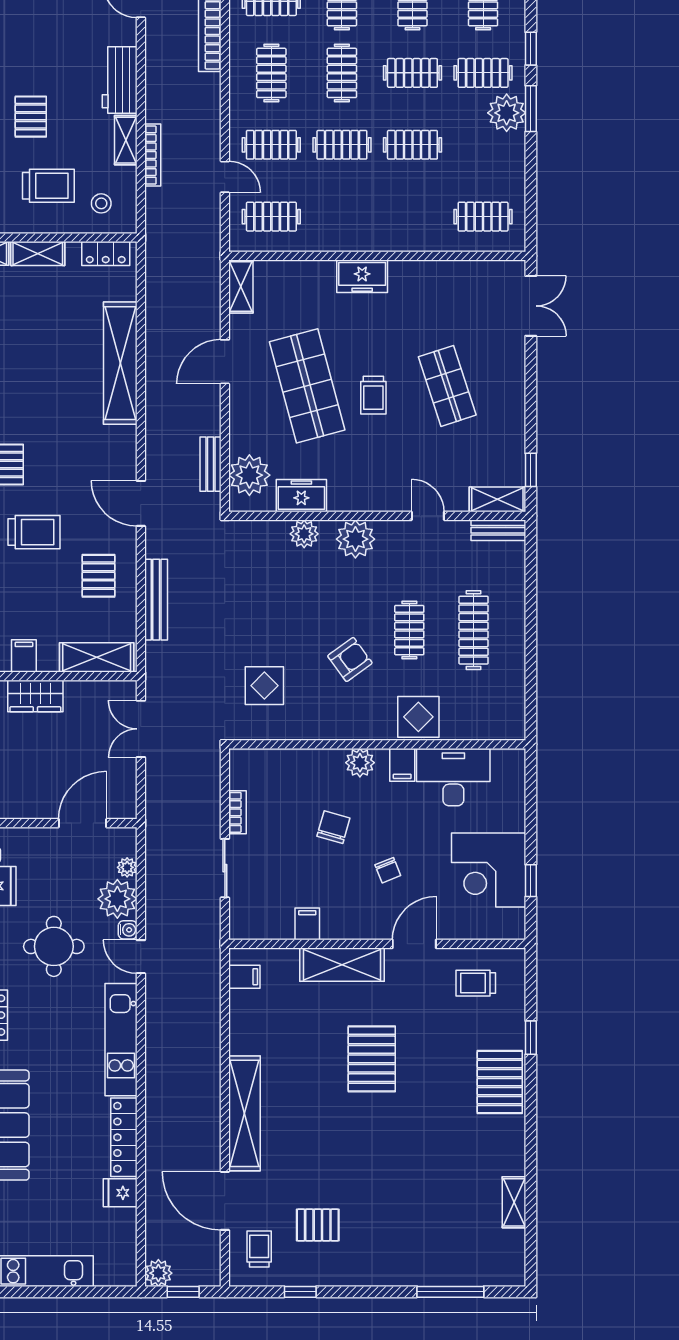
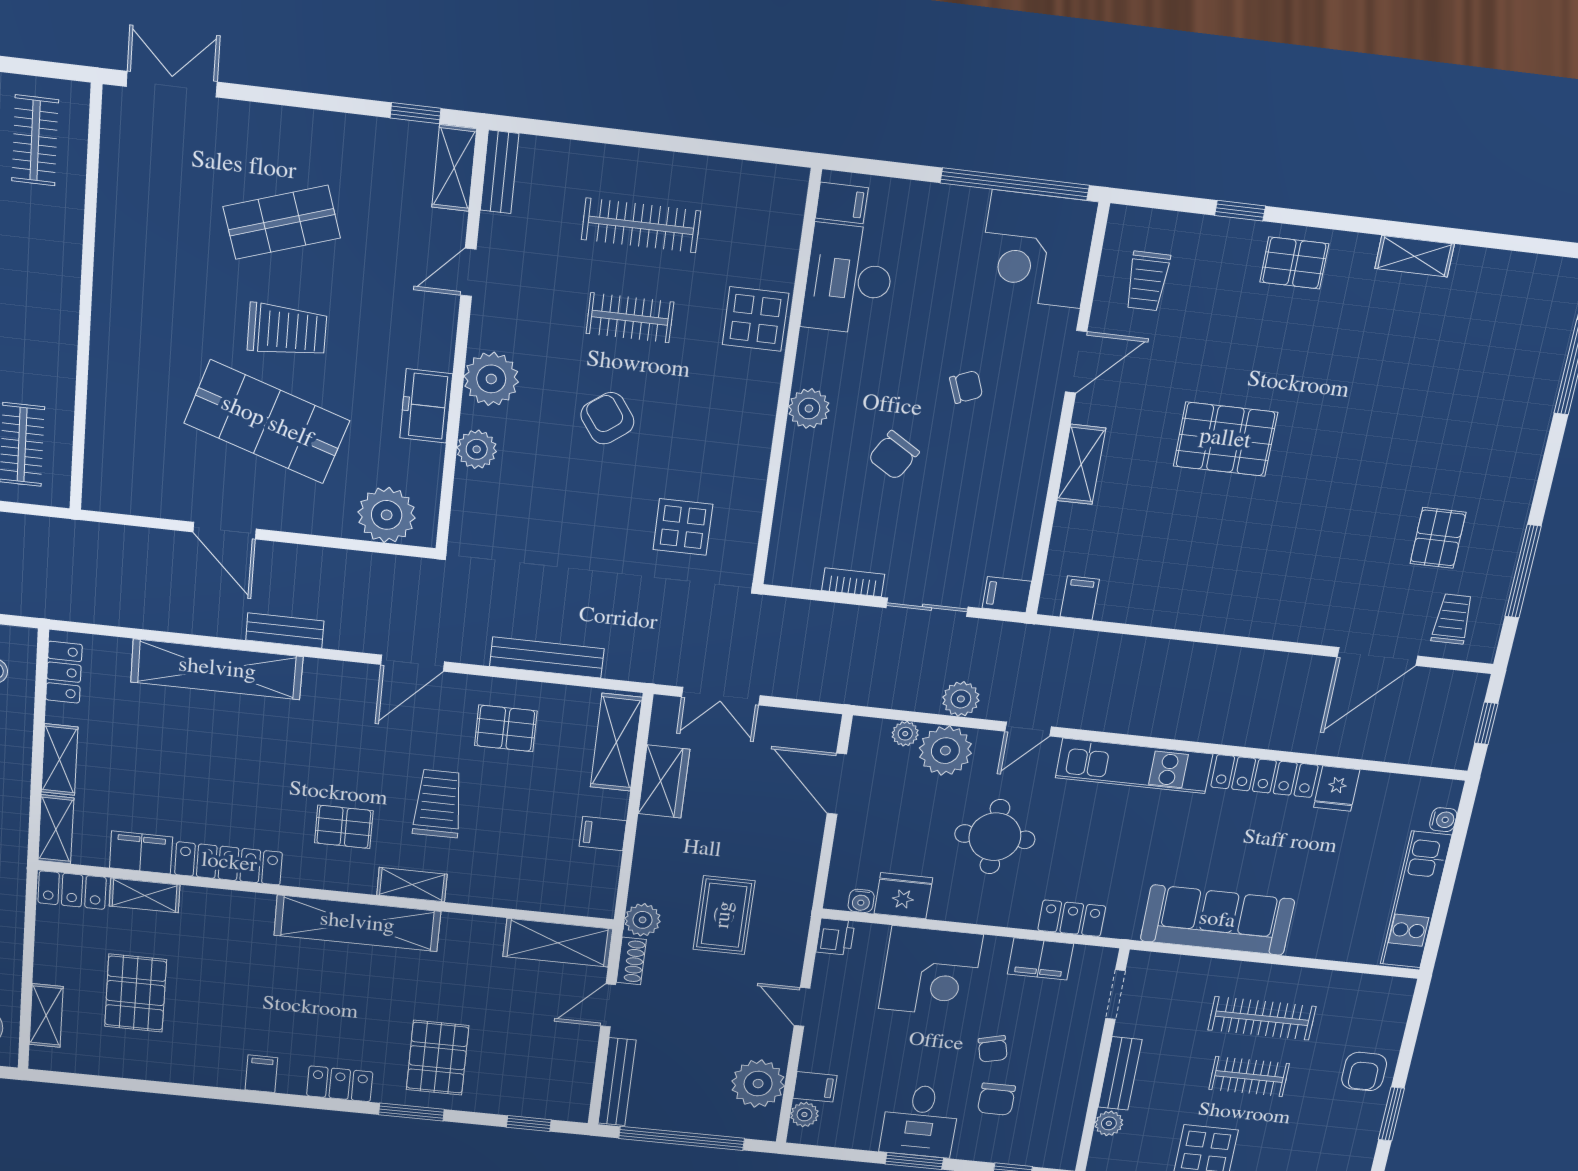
freezer: (362, 276) -> (114, 327), removed
shelving: (241, 286) -> (120, 497), removed
shop shelf: (307, 386) -> (267, 422), turned 33
trolley: (373, 395) -> (287, 330), width x1.36, depth x1.39
bench: (211, 464) -> (285, 631), moved
freezer: (301, 496) -> (426, 406), moved
armchair: (350, 659) -> (607, 418), moved
wardrobe: (35, 696) -> (664, 782), moved
filing cabinet: (402, 765) -> (842, 203), moved
chair: (333, 827) -> (894, 455), turned -75
corner desk: (489, 870) -> (1037, 249), moved, turned 90
window: (531, 881) -> (1015, 184), width x3.17
filing cabinet: (307, 924) -> (1007, 595), moved
water cooler: (128, 930) -> (1443, 820), moved, turned 90
door: (414, 944) -> (1076, 362), swing flipped
shelving: (342, 965) -> (1081, 464), width x0.67, depth x0.75
pallet: (500, 1082) -> (1294, 263), width x0.67, depth x0.71
shelving: (245, 1113) -> (1265, 618), removed
shelving: (514, 1202) -> (1415, 256), moved
trolley: (259, 1249) -> (1452, 619), turned 90
plant: (158, 1273) -> (961, 699), moved
window: (300, 1292) -> (1523, 571), width x2.17

